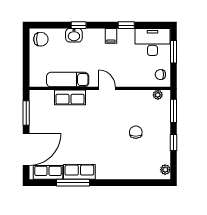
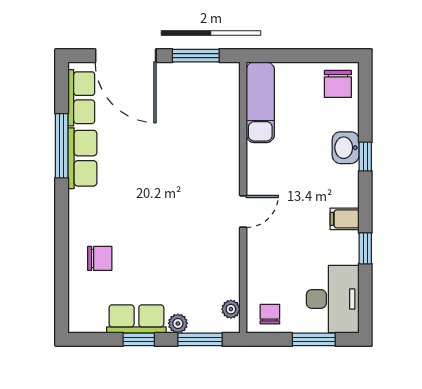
exam couch: (68, 80) -> (260, 102), moved
row of seats: (70, 97) -> (136, 319), moved, turned 90
chair: (136, 132) -> (100, 258), moved
plant: (165, 170) -> (178, 323), moved

